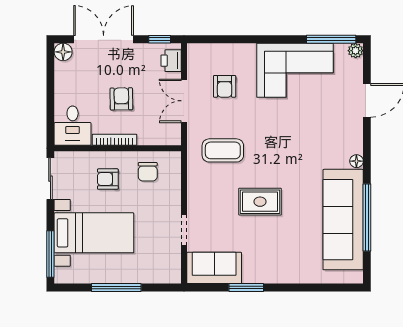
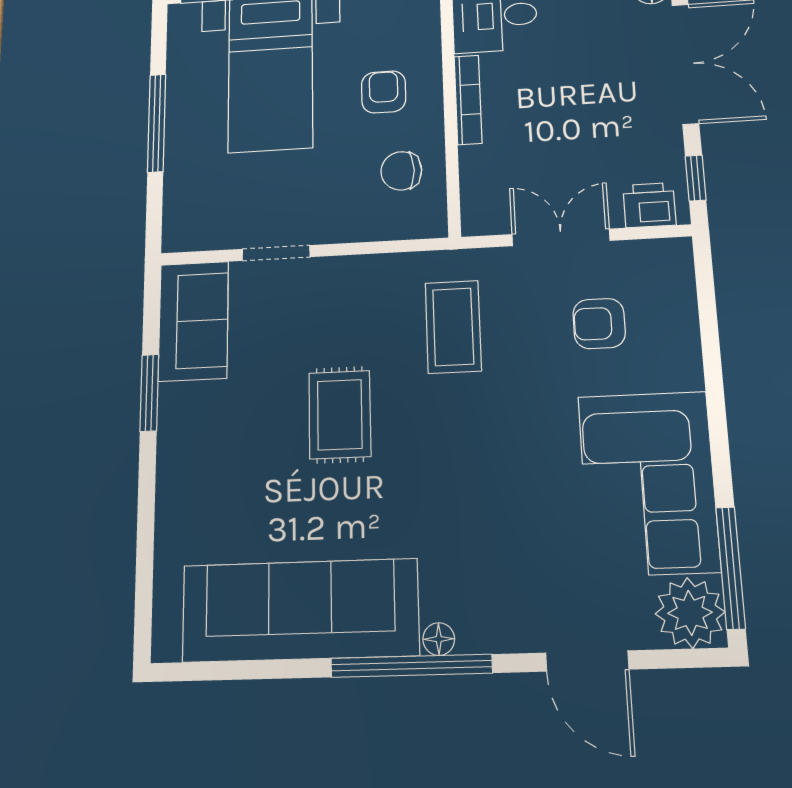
plant: (356, 51) -> (690, 613), width x1.88, depth x1.88
armchair: (121, 99) -> (557, 108), removed
window: (367, 218) -> (411, 666), moved

